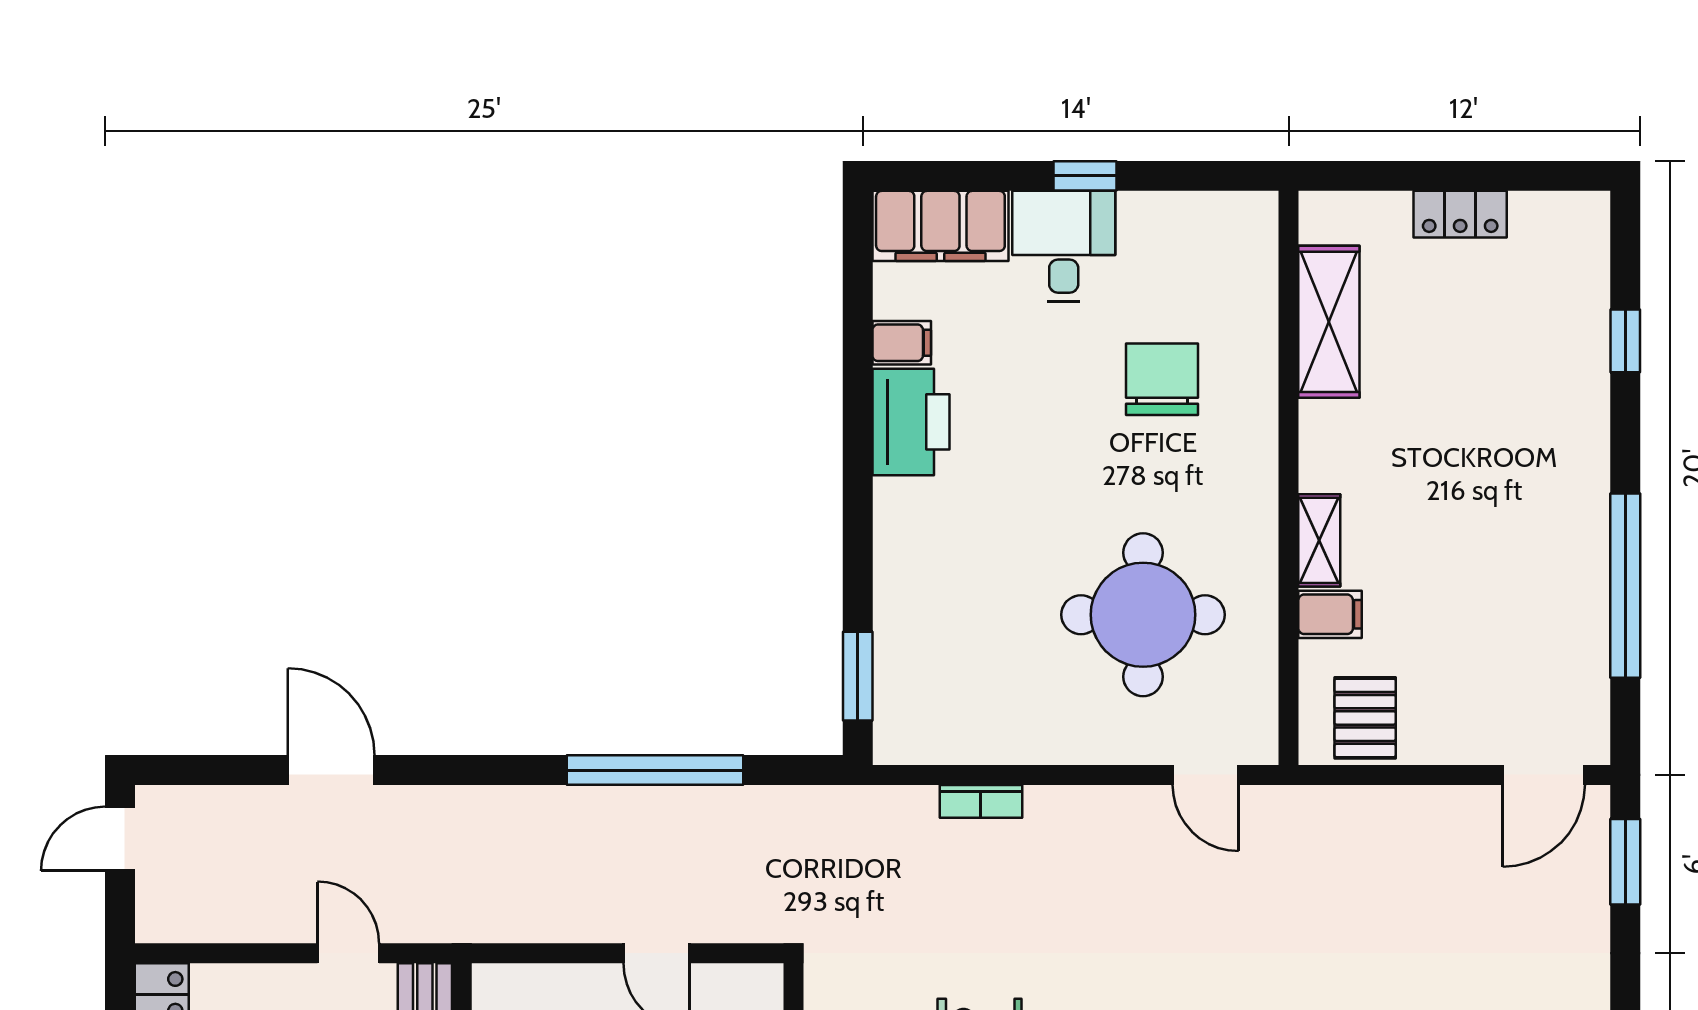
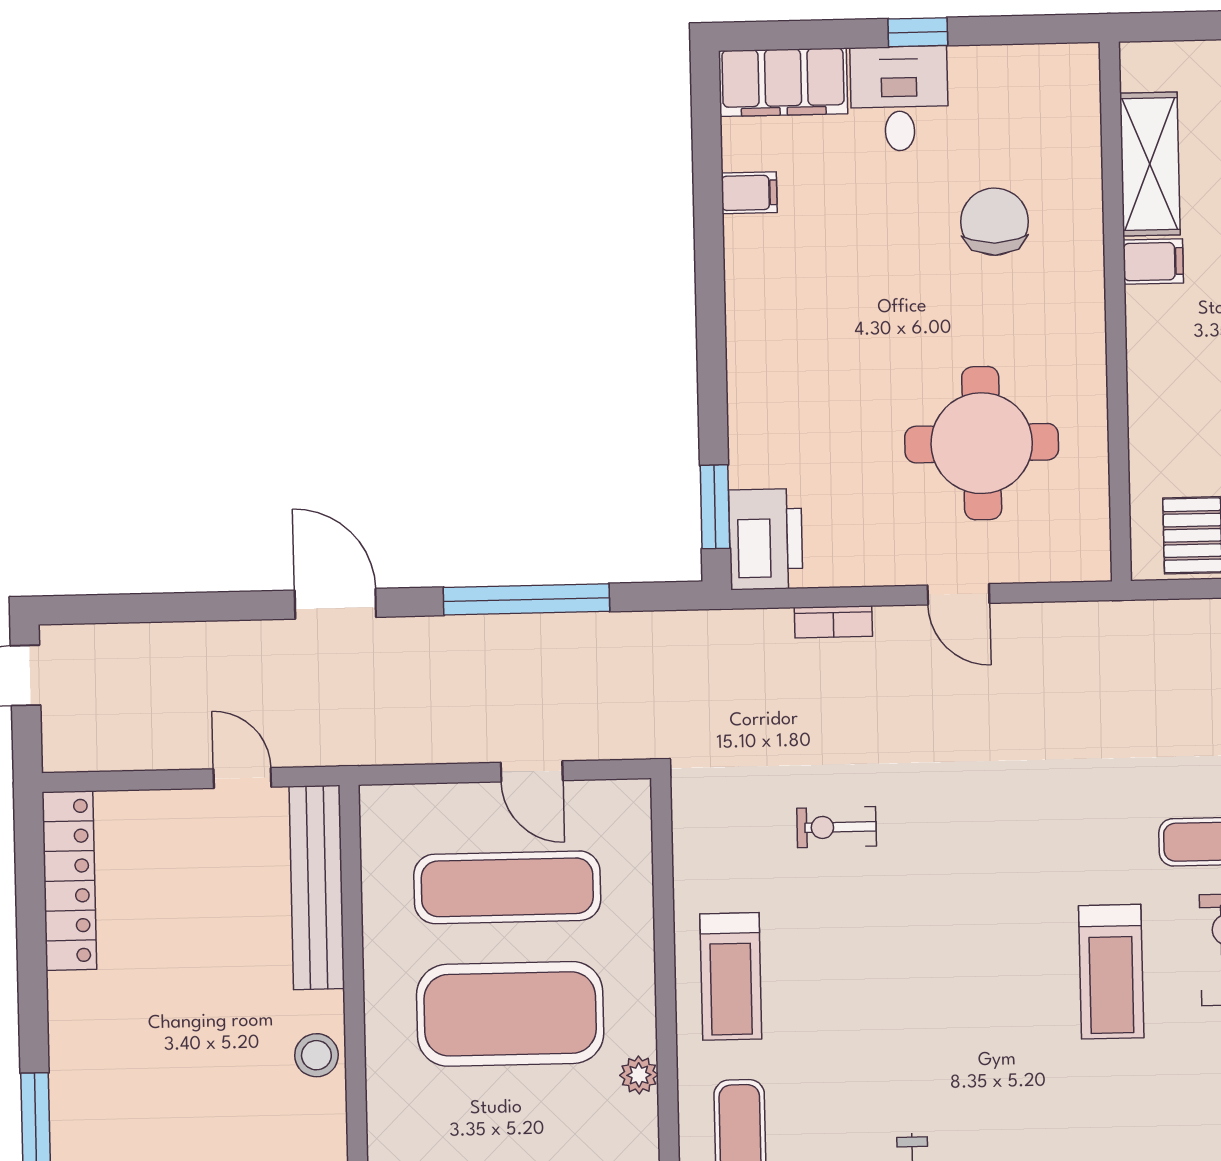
printer: (911, 422) -> (766, 539), moved
shelving: (1319, 540) -> (1146, 370), removed
filing cabinet: (1330, 614) -> (1153, 262), moved
door: (331, 770) -> (335, 604), moved
door: (1206, 775) -> (958, 594), moved

